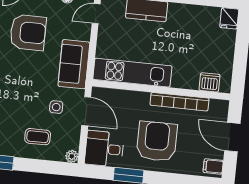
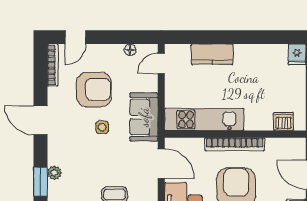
bookcase: (180, 102) -> (235, 144), moved
side table: (56, 107) -> (102, 127), moved

